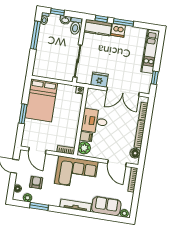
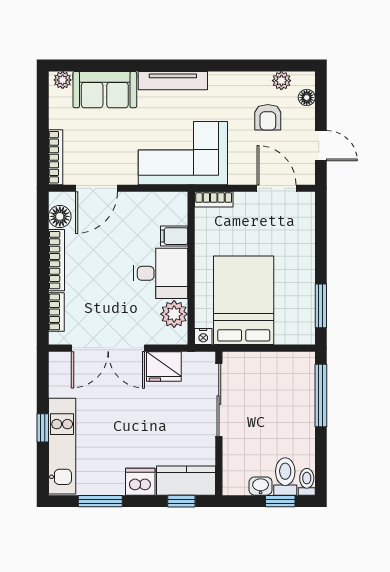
window: (124, 22) -> (100, 501), moved
toilet: (75, 26) -> (285, 476), moved
window: (35, 35) -> (321, 395), moved
window: (155, 78) -> (43, 428), moved
double door: (123, 92) -> (108, 348), swing flipped
bed: (41, 100) -> (244, 300), moved
window: (23, 114) -> (321, 306), moved
plant: (84, 148) -> (174, 314), moved
door: (117, 163) -> (96, 188), swing flipped
window: (39, 206) -> (253, 65), removed

